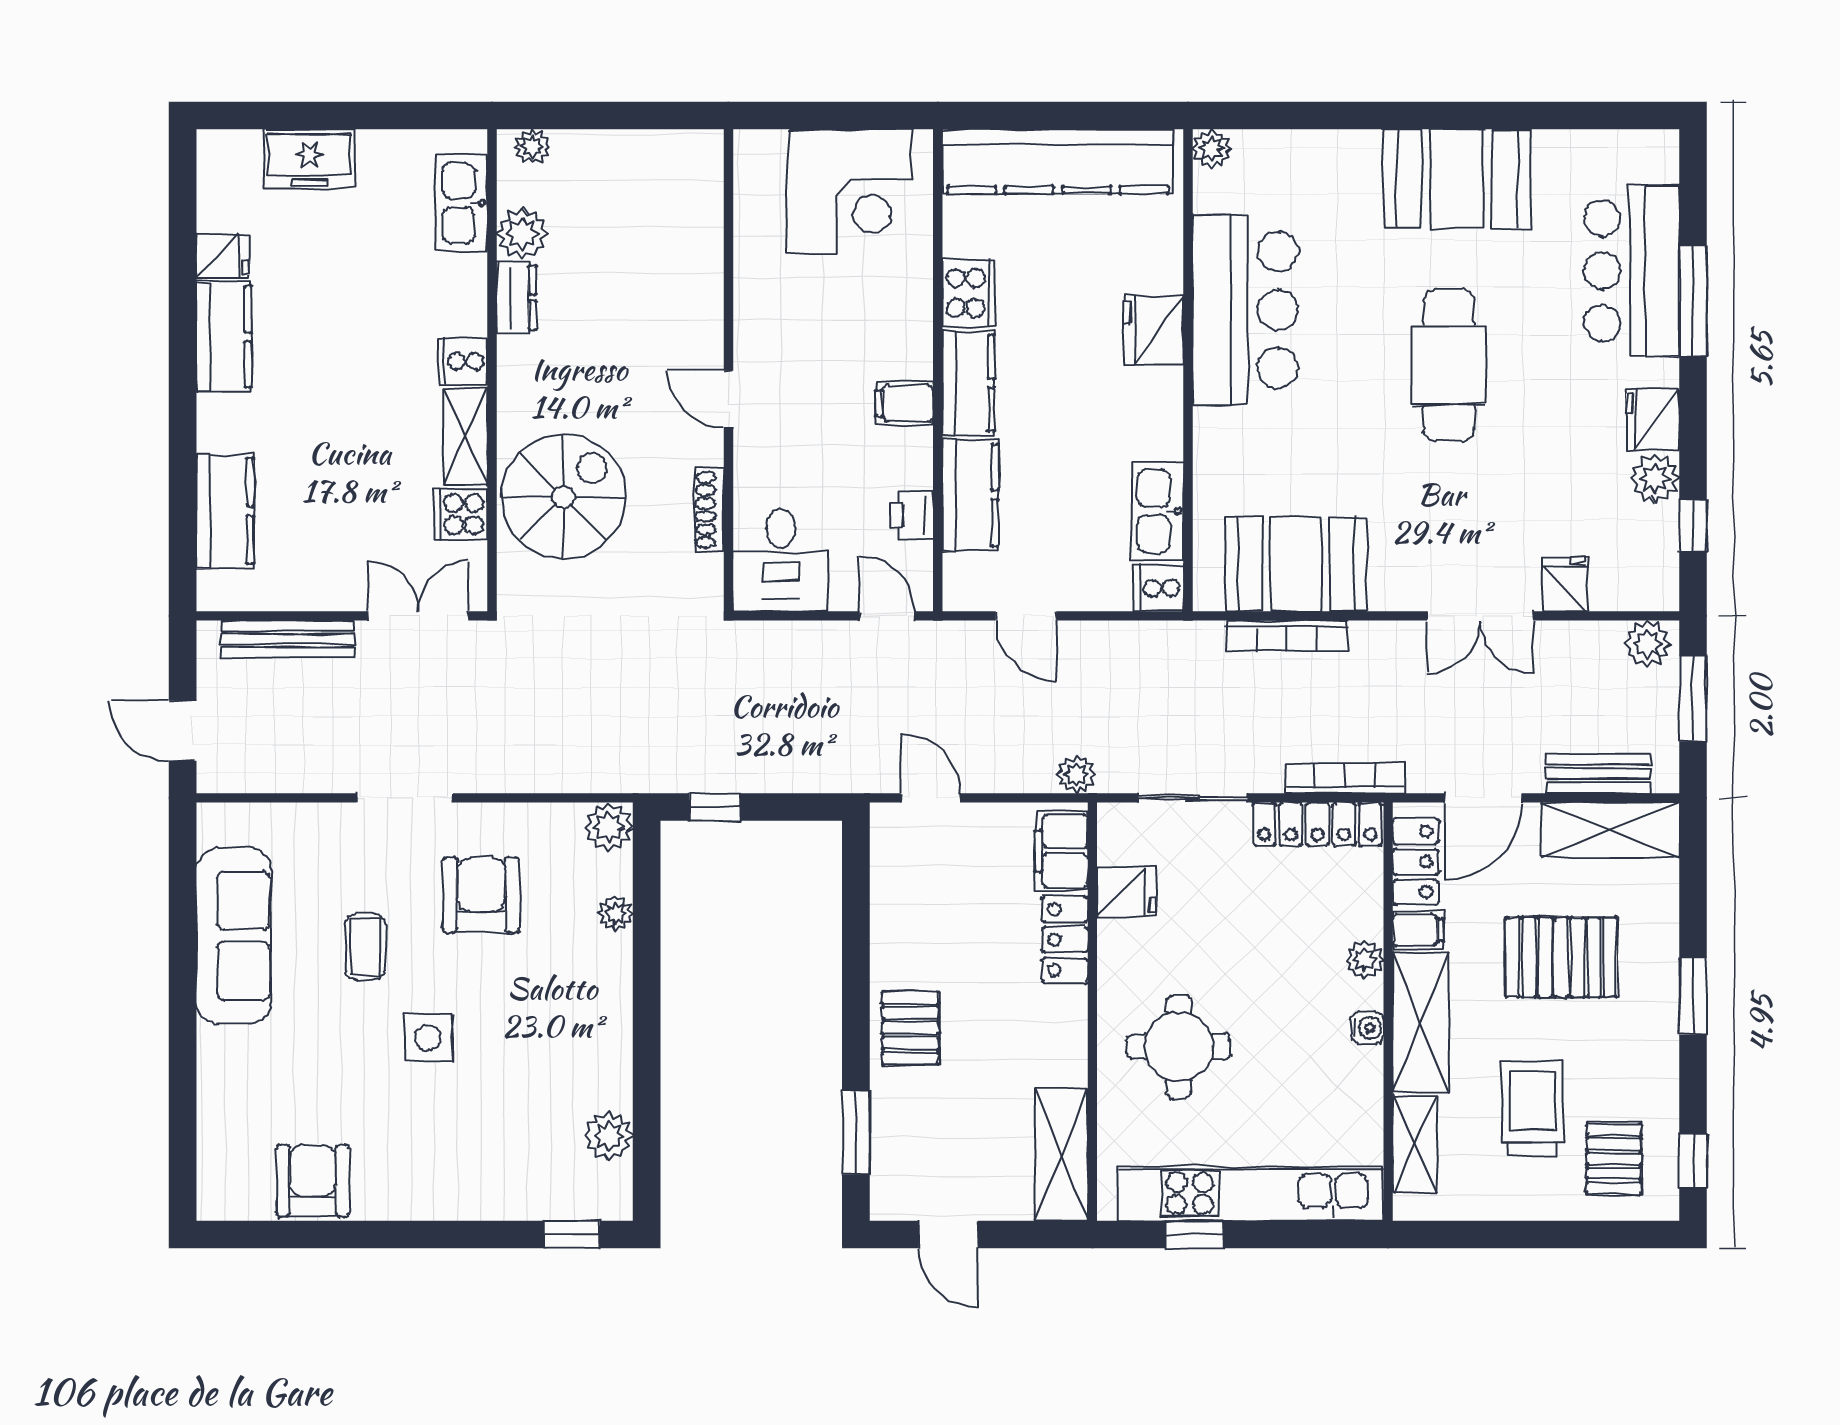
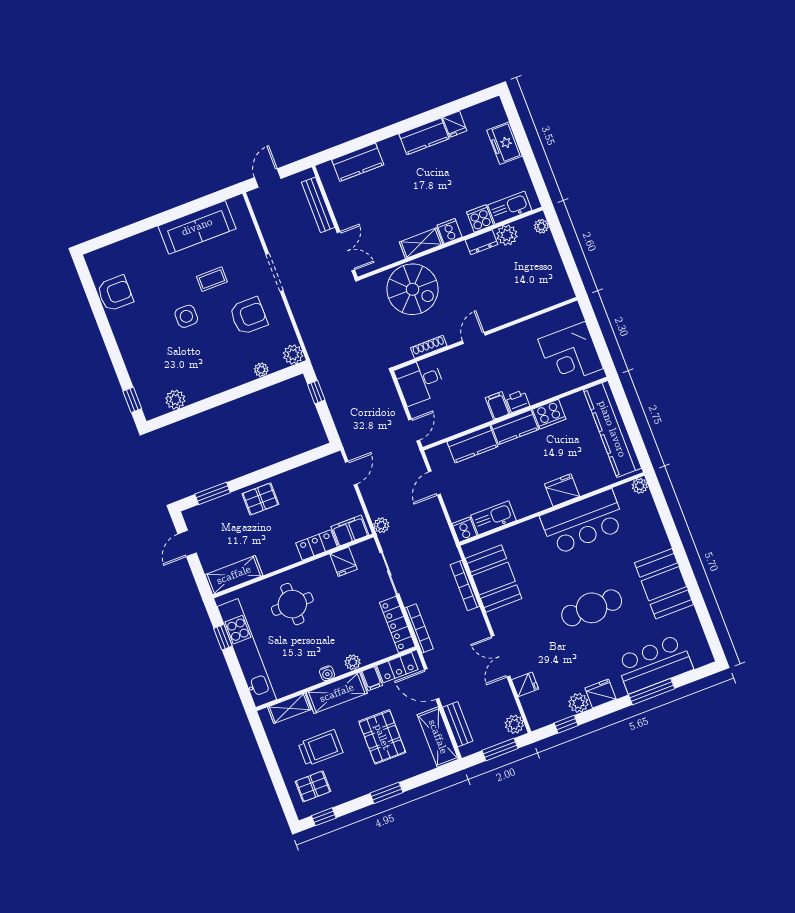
cooker: (461, 514) -> (480, 219), moved
printer: (912, 515) -> (518, 401), moved

